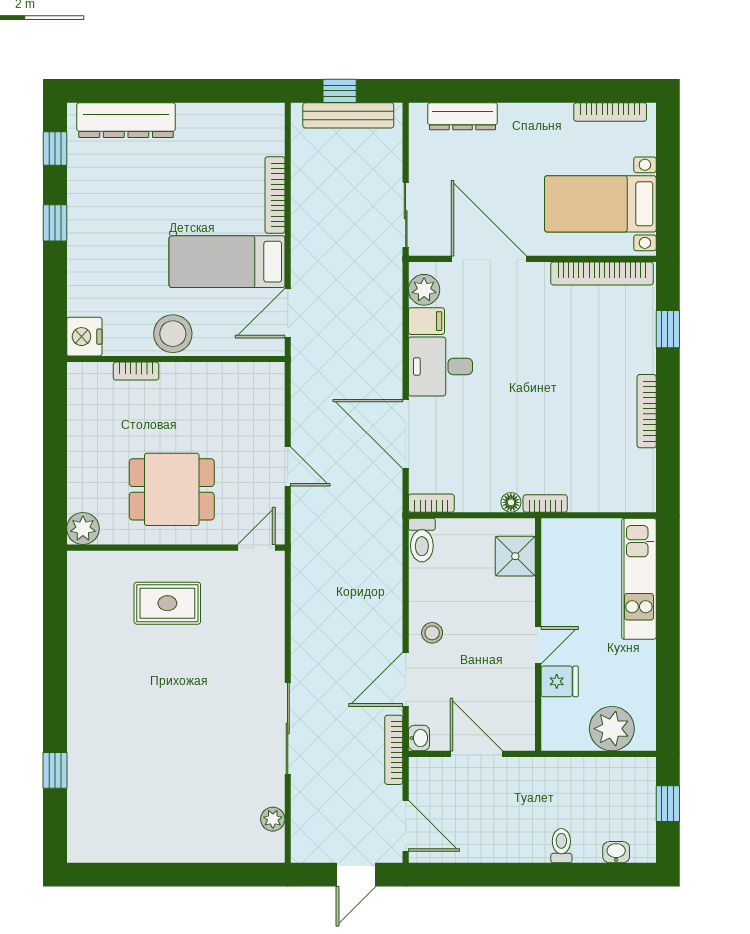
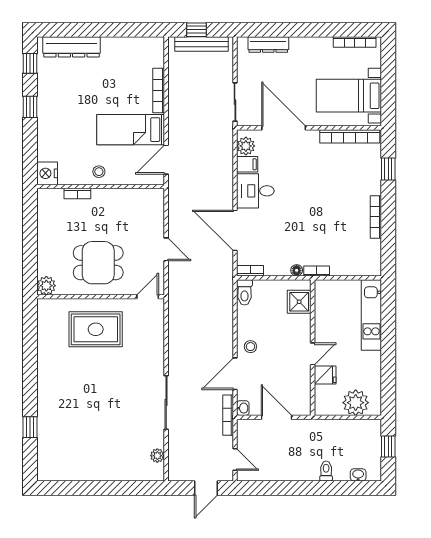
stool: (173, 334) -> (99, 172), width x0.53, depth x0.53
rug: (167, 603) -> (96, 329), width x1.36, depth x1.43
door: (406, 826) -> (235, 460), width x0.73

